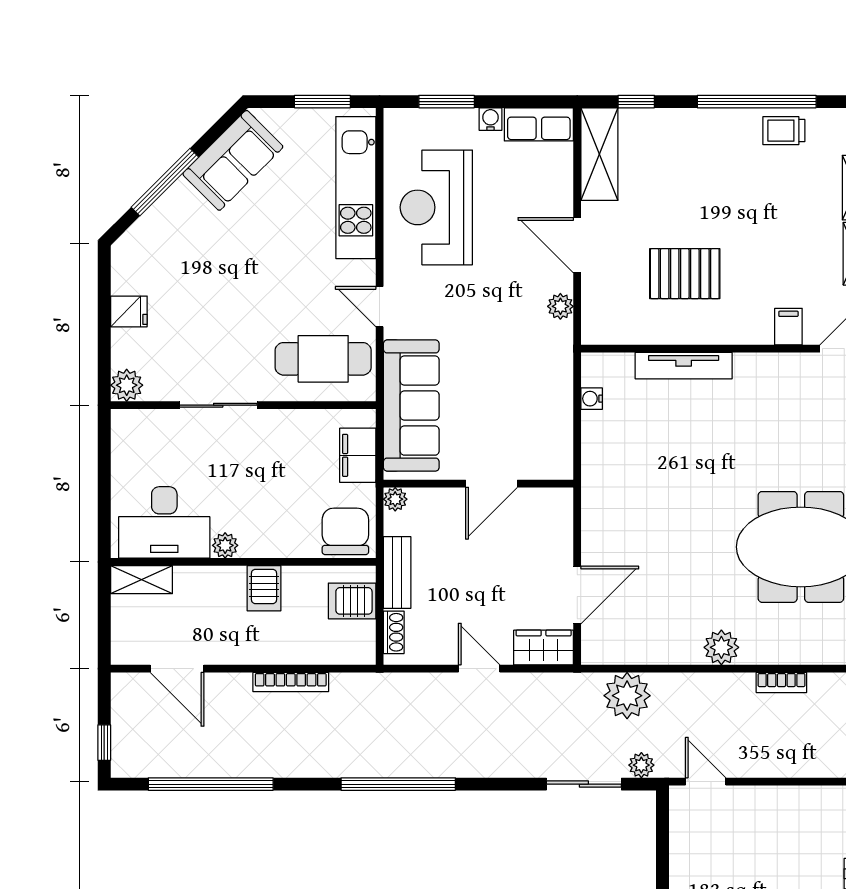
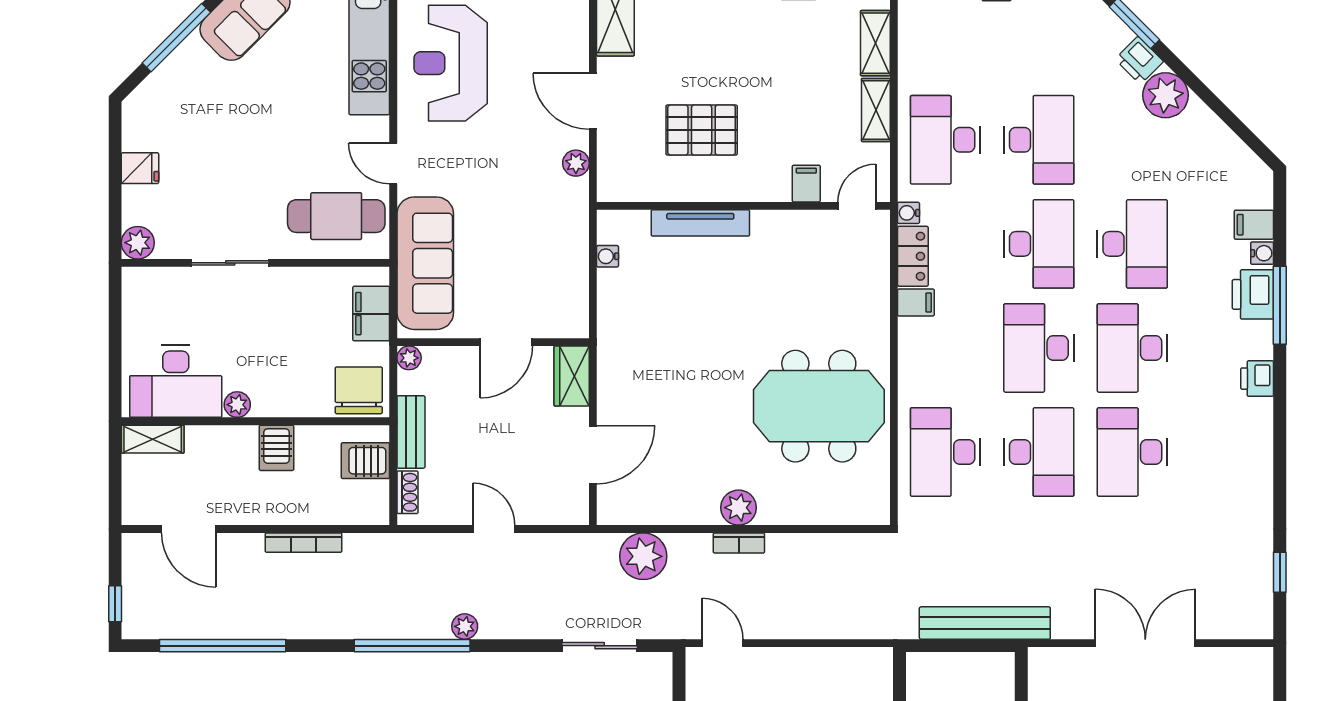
wardrobe: (544, 648) -> (572, 376), moved, turned -90
bookcase: (781, 682) -> (739, 543), moved
plant: (641, 765) -> (465, 626), moved

